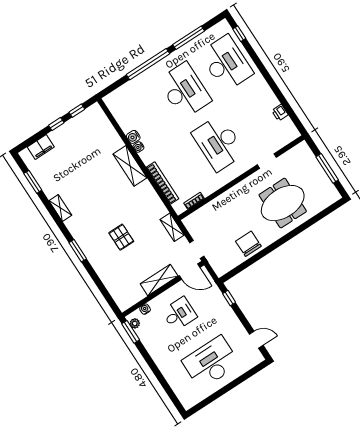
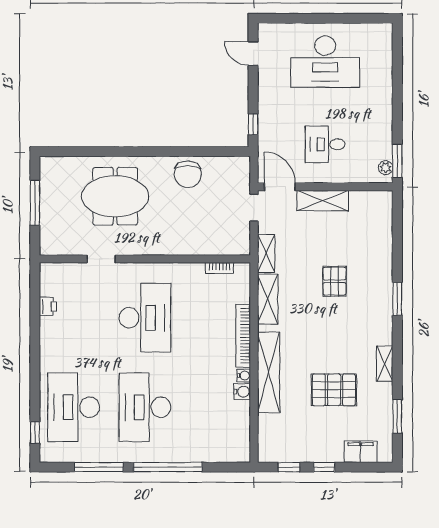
shelving: (130, 166) -> (269, 372), width x1.47
pallet: (80, 173) -> (334, 390), added
bookcase: (163, 183) -> (243, 336), moved
shelving: (154, 201) -> (268, 299), added
water cooler: (145, 309) -> (362, 177), removed

